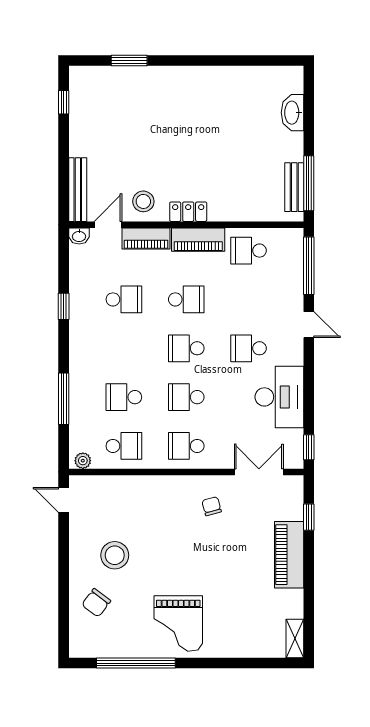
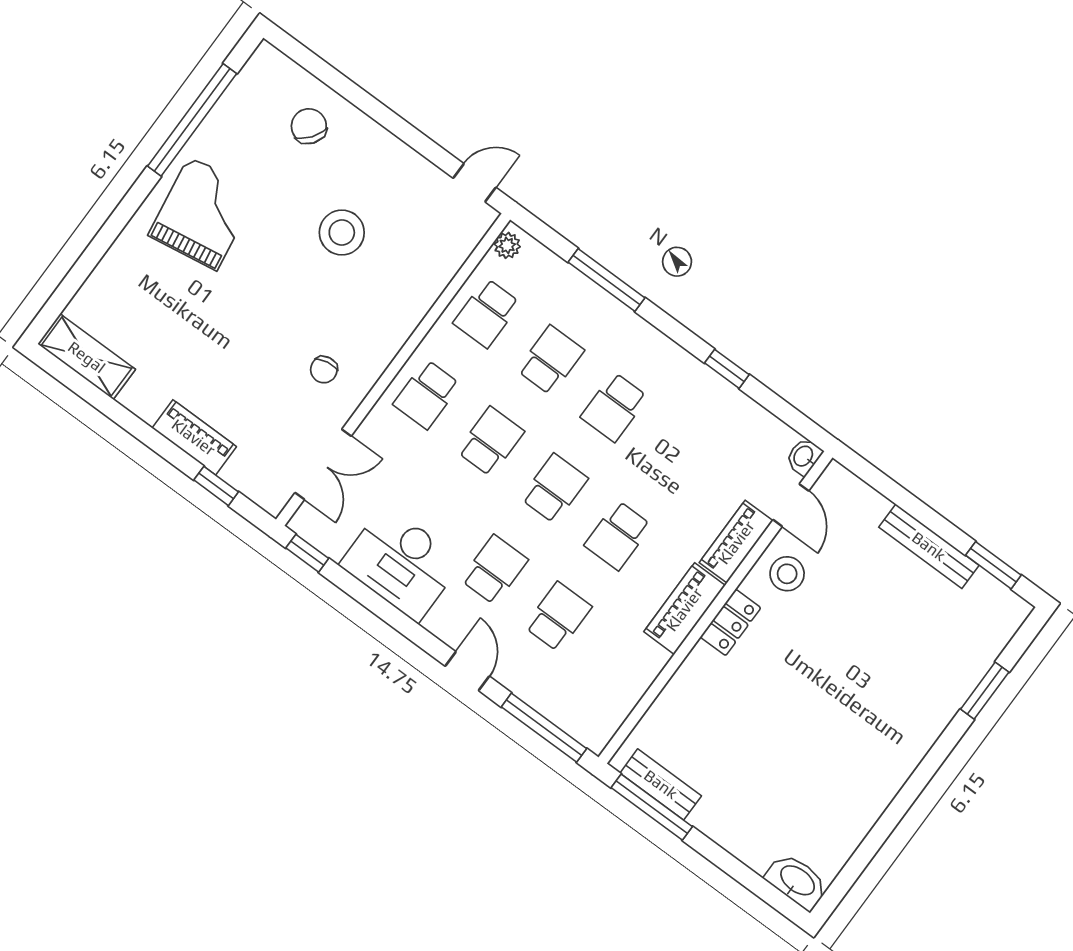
window: (64, 102) -> (993, 565), width x1.50
washbasin: (292, 113) -> (797, 881), moved
bench: (78, 190) -> (929, 546), moved
school desk: (249, 251) -> (558, 617), moved
school desk: (124, 299) -> (614, 407), moved
door: (309, 325) -> (467, 671), swing flipped
school desk: (186, 446) -> (427, 394), turned 180
chair: (212, 506) -> (324, 370), turned 95
stool: (115, 555) -> (342, 233), moved
piano: (289, 555) -> (194, 437), width x0.73, depth x0.75
grand piano: (178, 623) -> (203, 213), turned 81
shelving: (295, 638) -> (87, 357), width x1.50, depth x1.33

